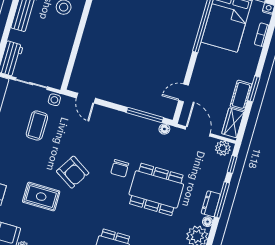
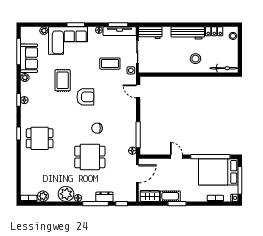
door: (183, 93) -> (176, 157), moved
door: (86, 98) -> (138, 91), hinge flipped
plant: (223, 148) -> (131, 194), removed
armchair: (73, 172) -> (85, 97), turned -122
dining table: (156, 189) -> (90, 157), width x0.73
dresser: (211, 204) -> (104, 197), moved

